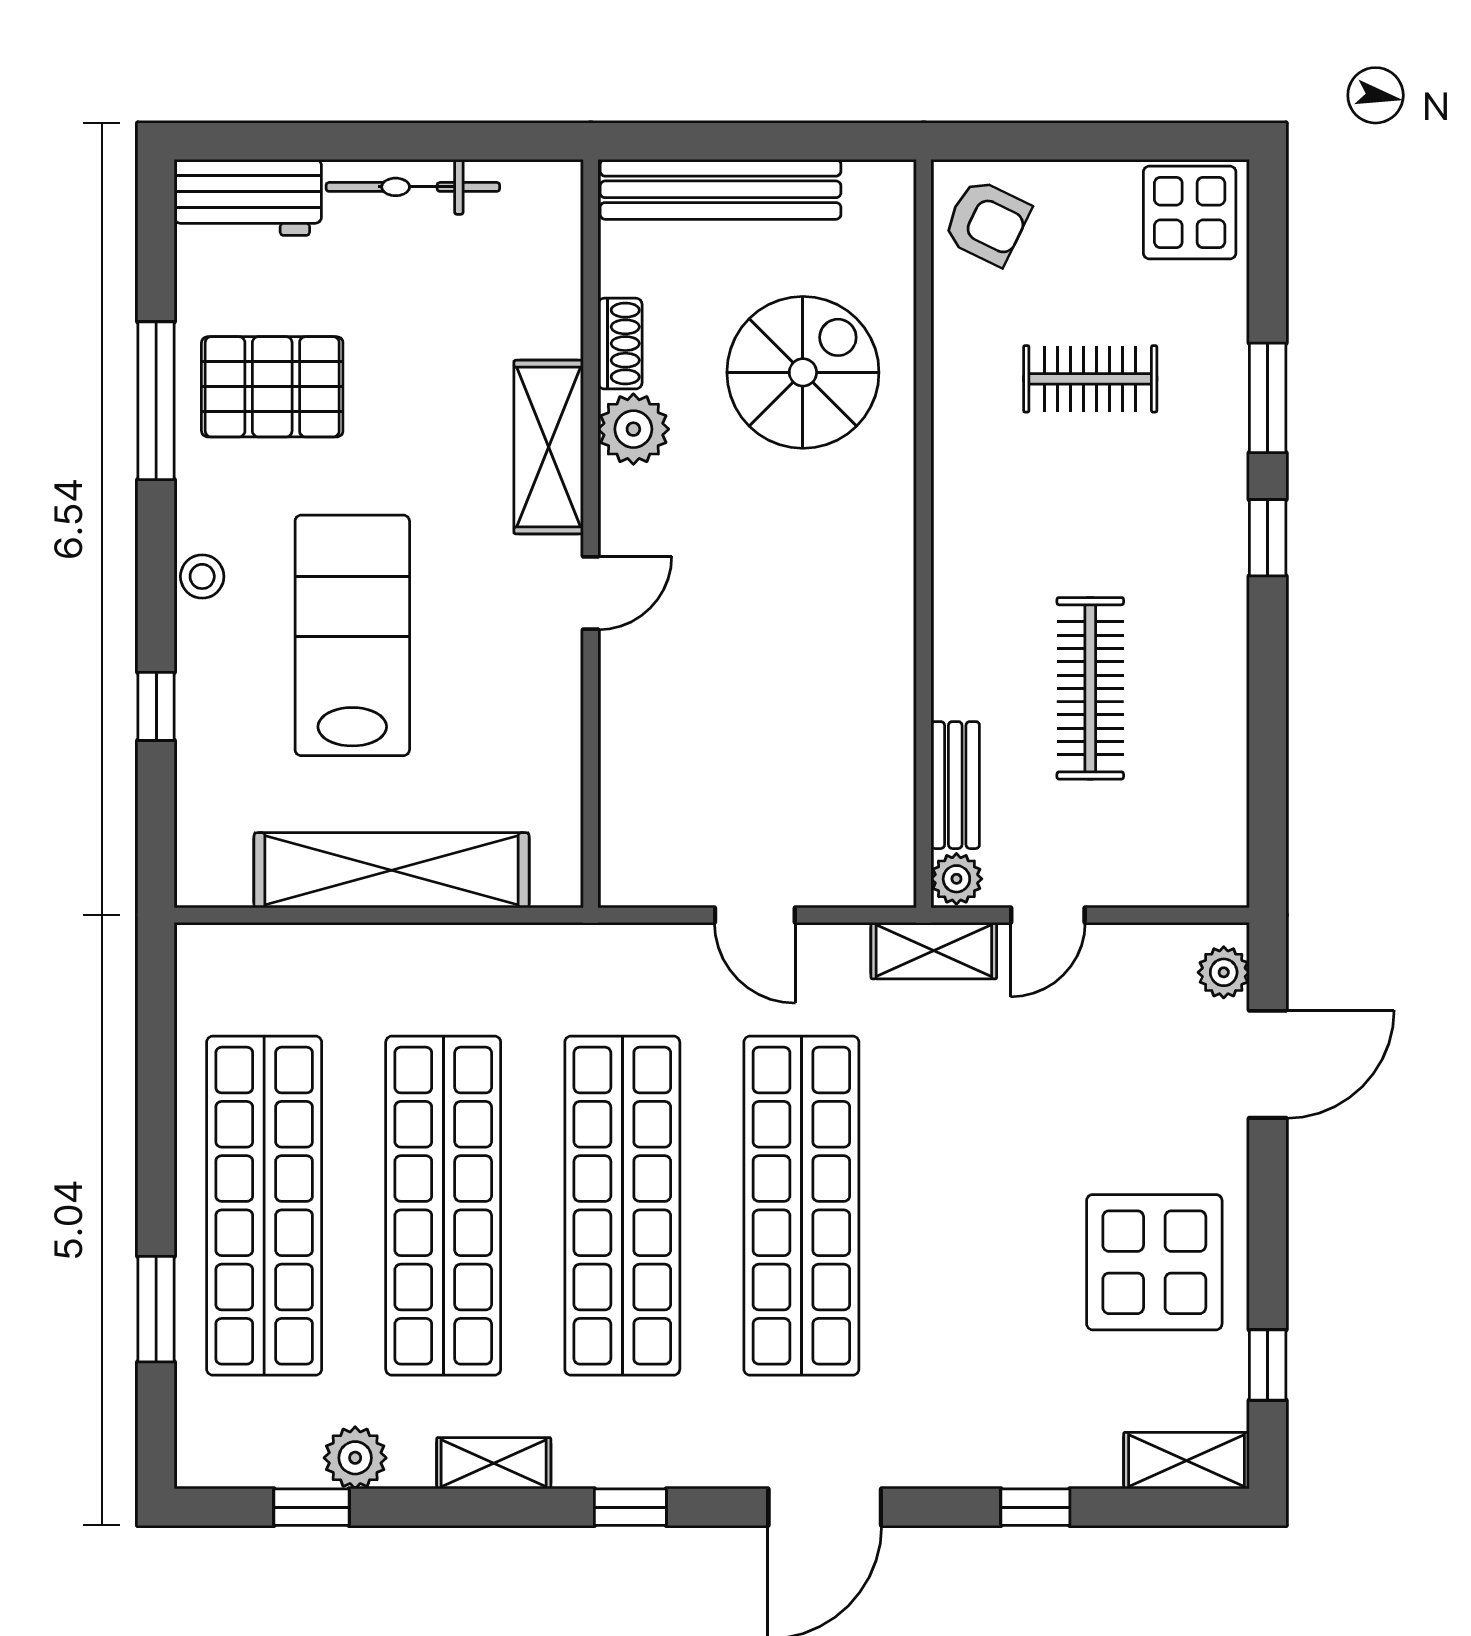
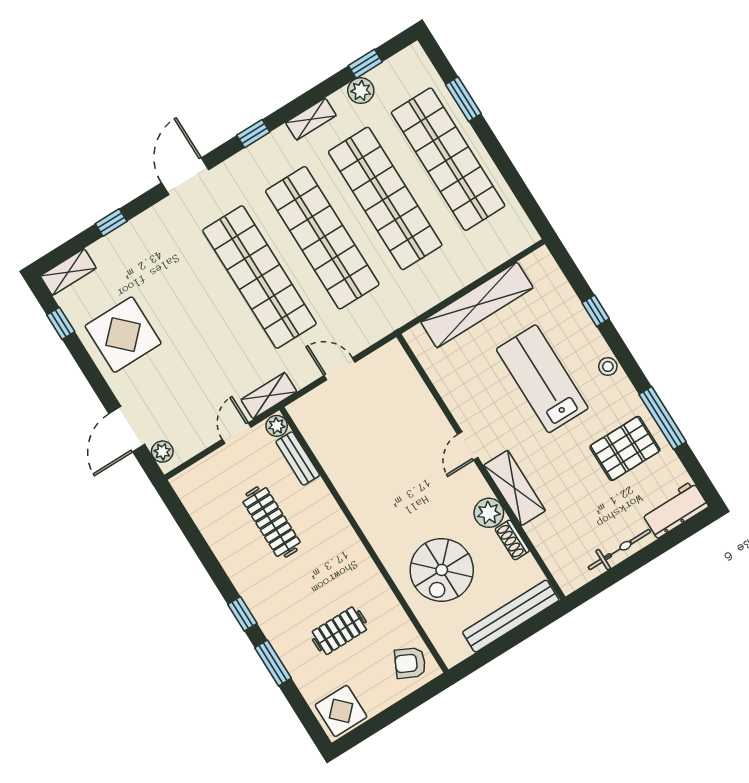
lab bench: (352, 635) -> (542, 379), turned 180

